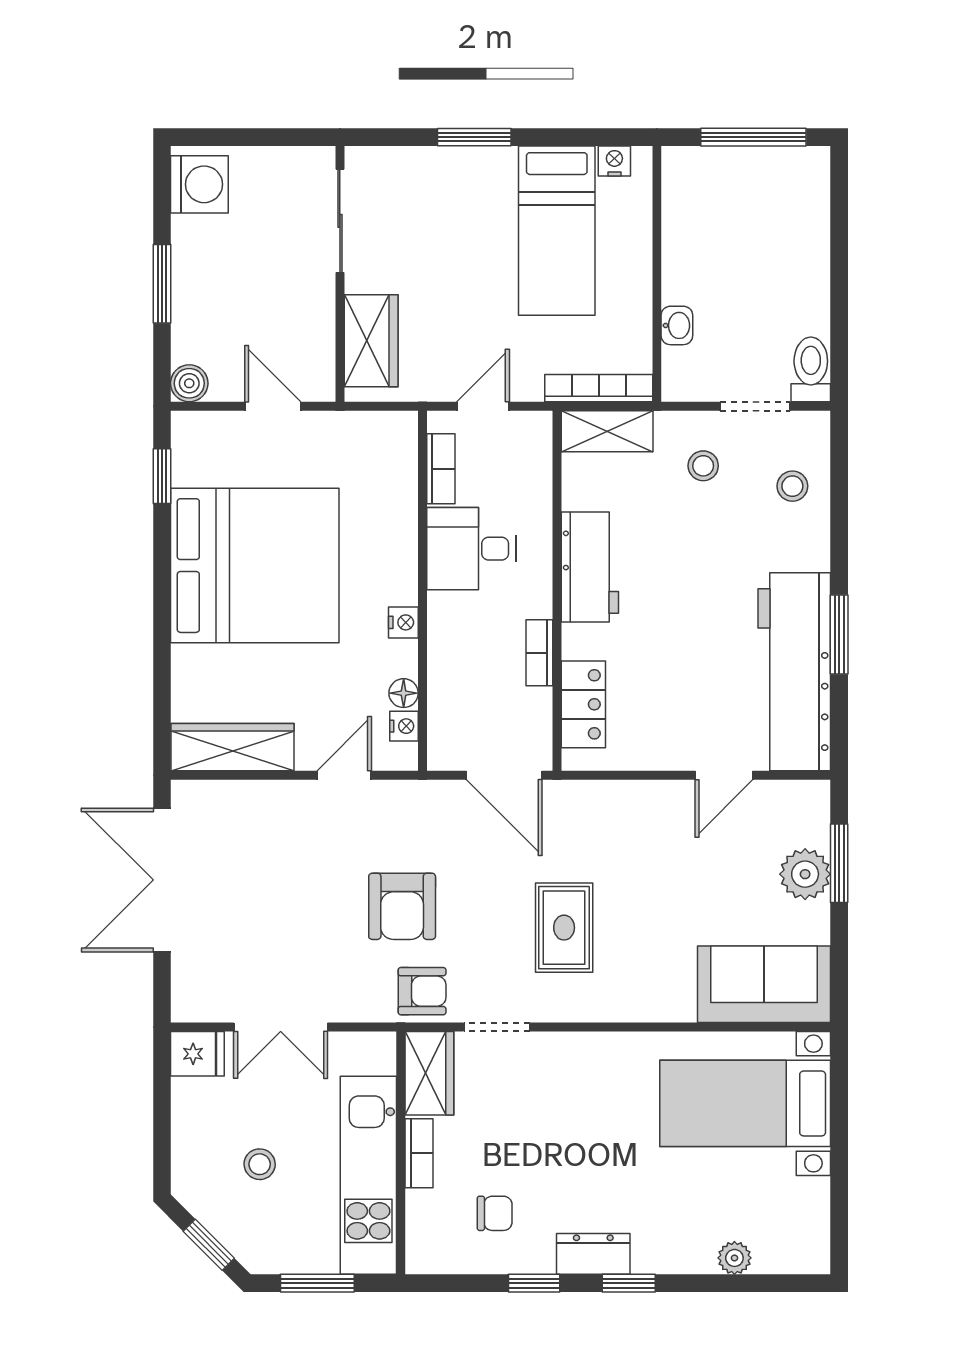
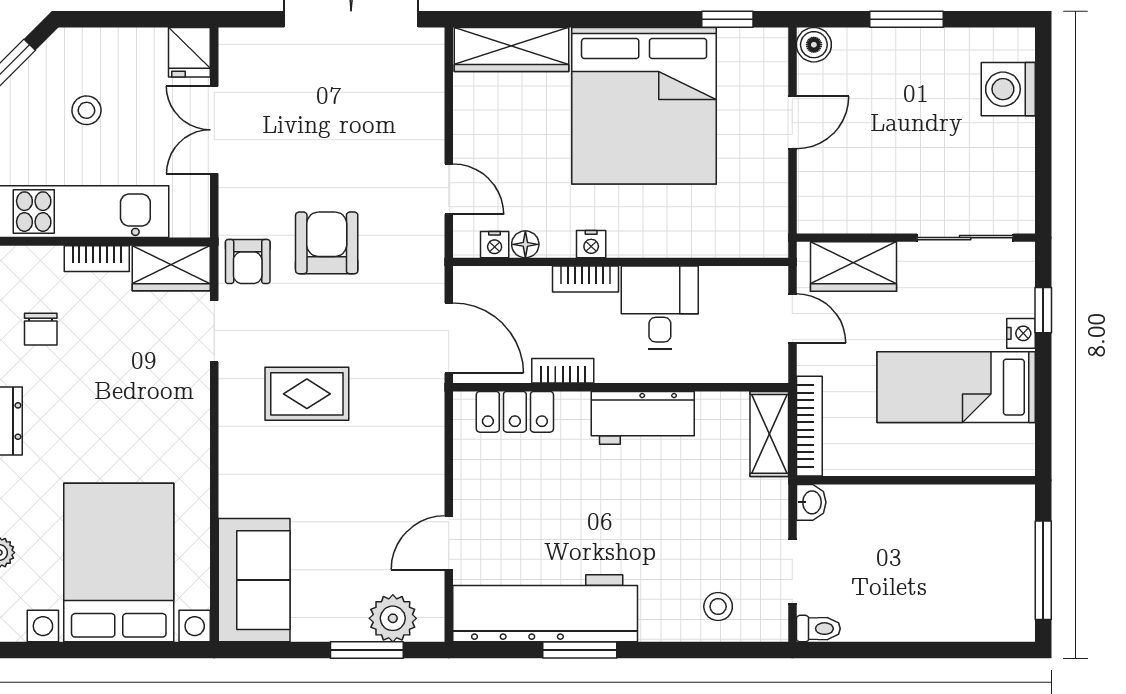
window: (474, 137) -> (1043, 310), width x0.67
nightstand: (614, 161) -> (1021, 333), moved
washing machine: (199, 184) -> (1008, 89), moved, turned 90
sliding door: (340, 221) -> (965, 238), moved
wall: (340, 274) -> (916, 238), moved
washbasin: (677, 325) -> (811, 502), moved, turned -90
wardrobe: (371, 341) -> (854, 267), moved
toilet: (811, 369) -> (818, 629), width x0.73, depth x0.72
stool: (703, 466) -> (737, 523), removed
bookcase: (441, 469) -> (585, 279), moved
wardrobe: (232, 747) -> (512, 49), moved, turned 90
door: (504, 775) -> (449, 338), swing flipped
door: (724, 775) -> (449, 543), hinge flipped
plant: (805, 874) -> (393, 618), moved
armchair: (402, 906) -> (327, 243), turned 90
bed with nightstands: (745, 1103) -> (119, 563), width x1.36

